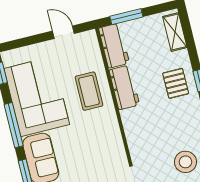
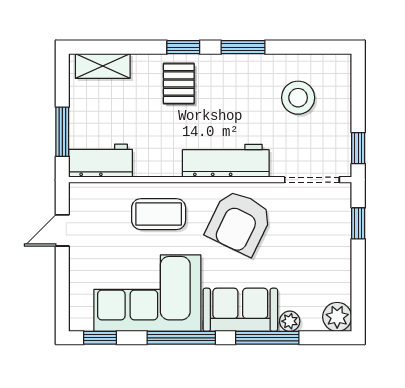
pallet: (176, 83) -> (179, 84), turned 90
workbench: (124, 87) -> (226, 161), moved, width x1.37
armchair: (96, 144) -> (239, 223), added

